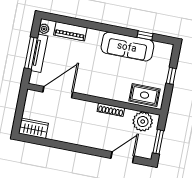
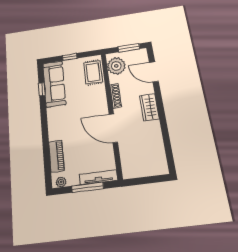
sofa: (127, 47) -> (54, 84), moved
tv unit: (39, 53) -> (98, 177), moved
door: (58, 92) -> (113, 128), moved
wardrobe: (33, 128) -> (149, 107), moved

